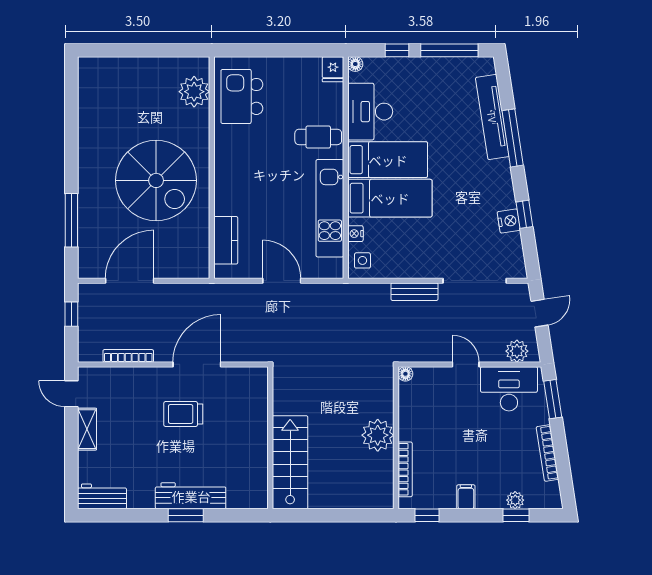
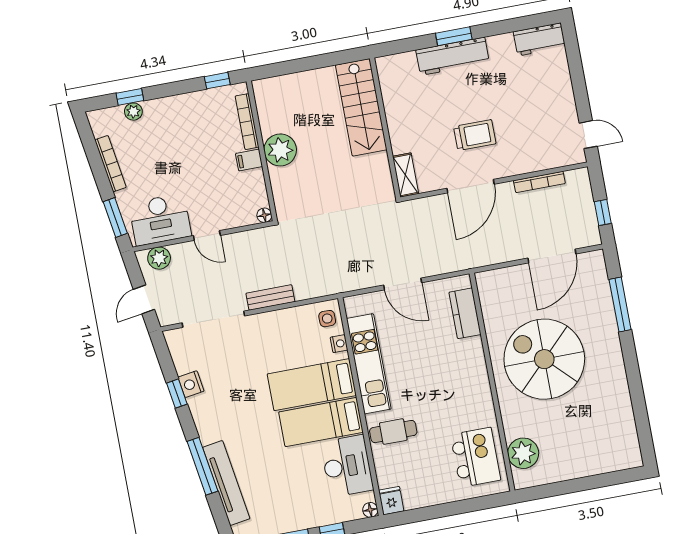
shelving: (87, 429) -> (406, 175), moved
filing cabinet: (466, 497) -> (249, 160), moved, turned 90

